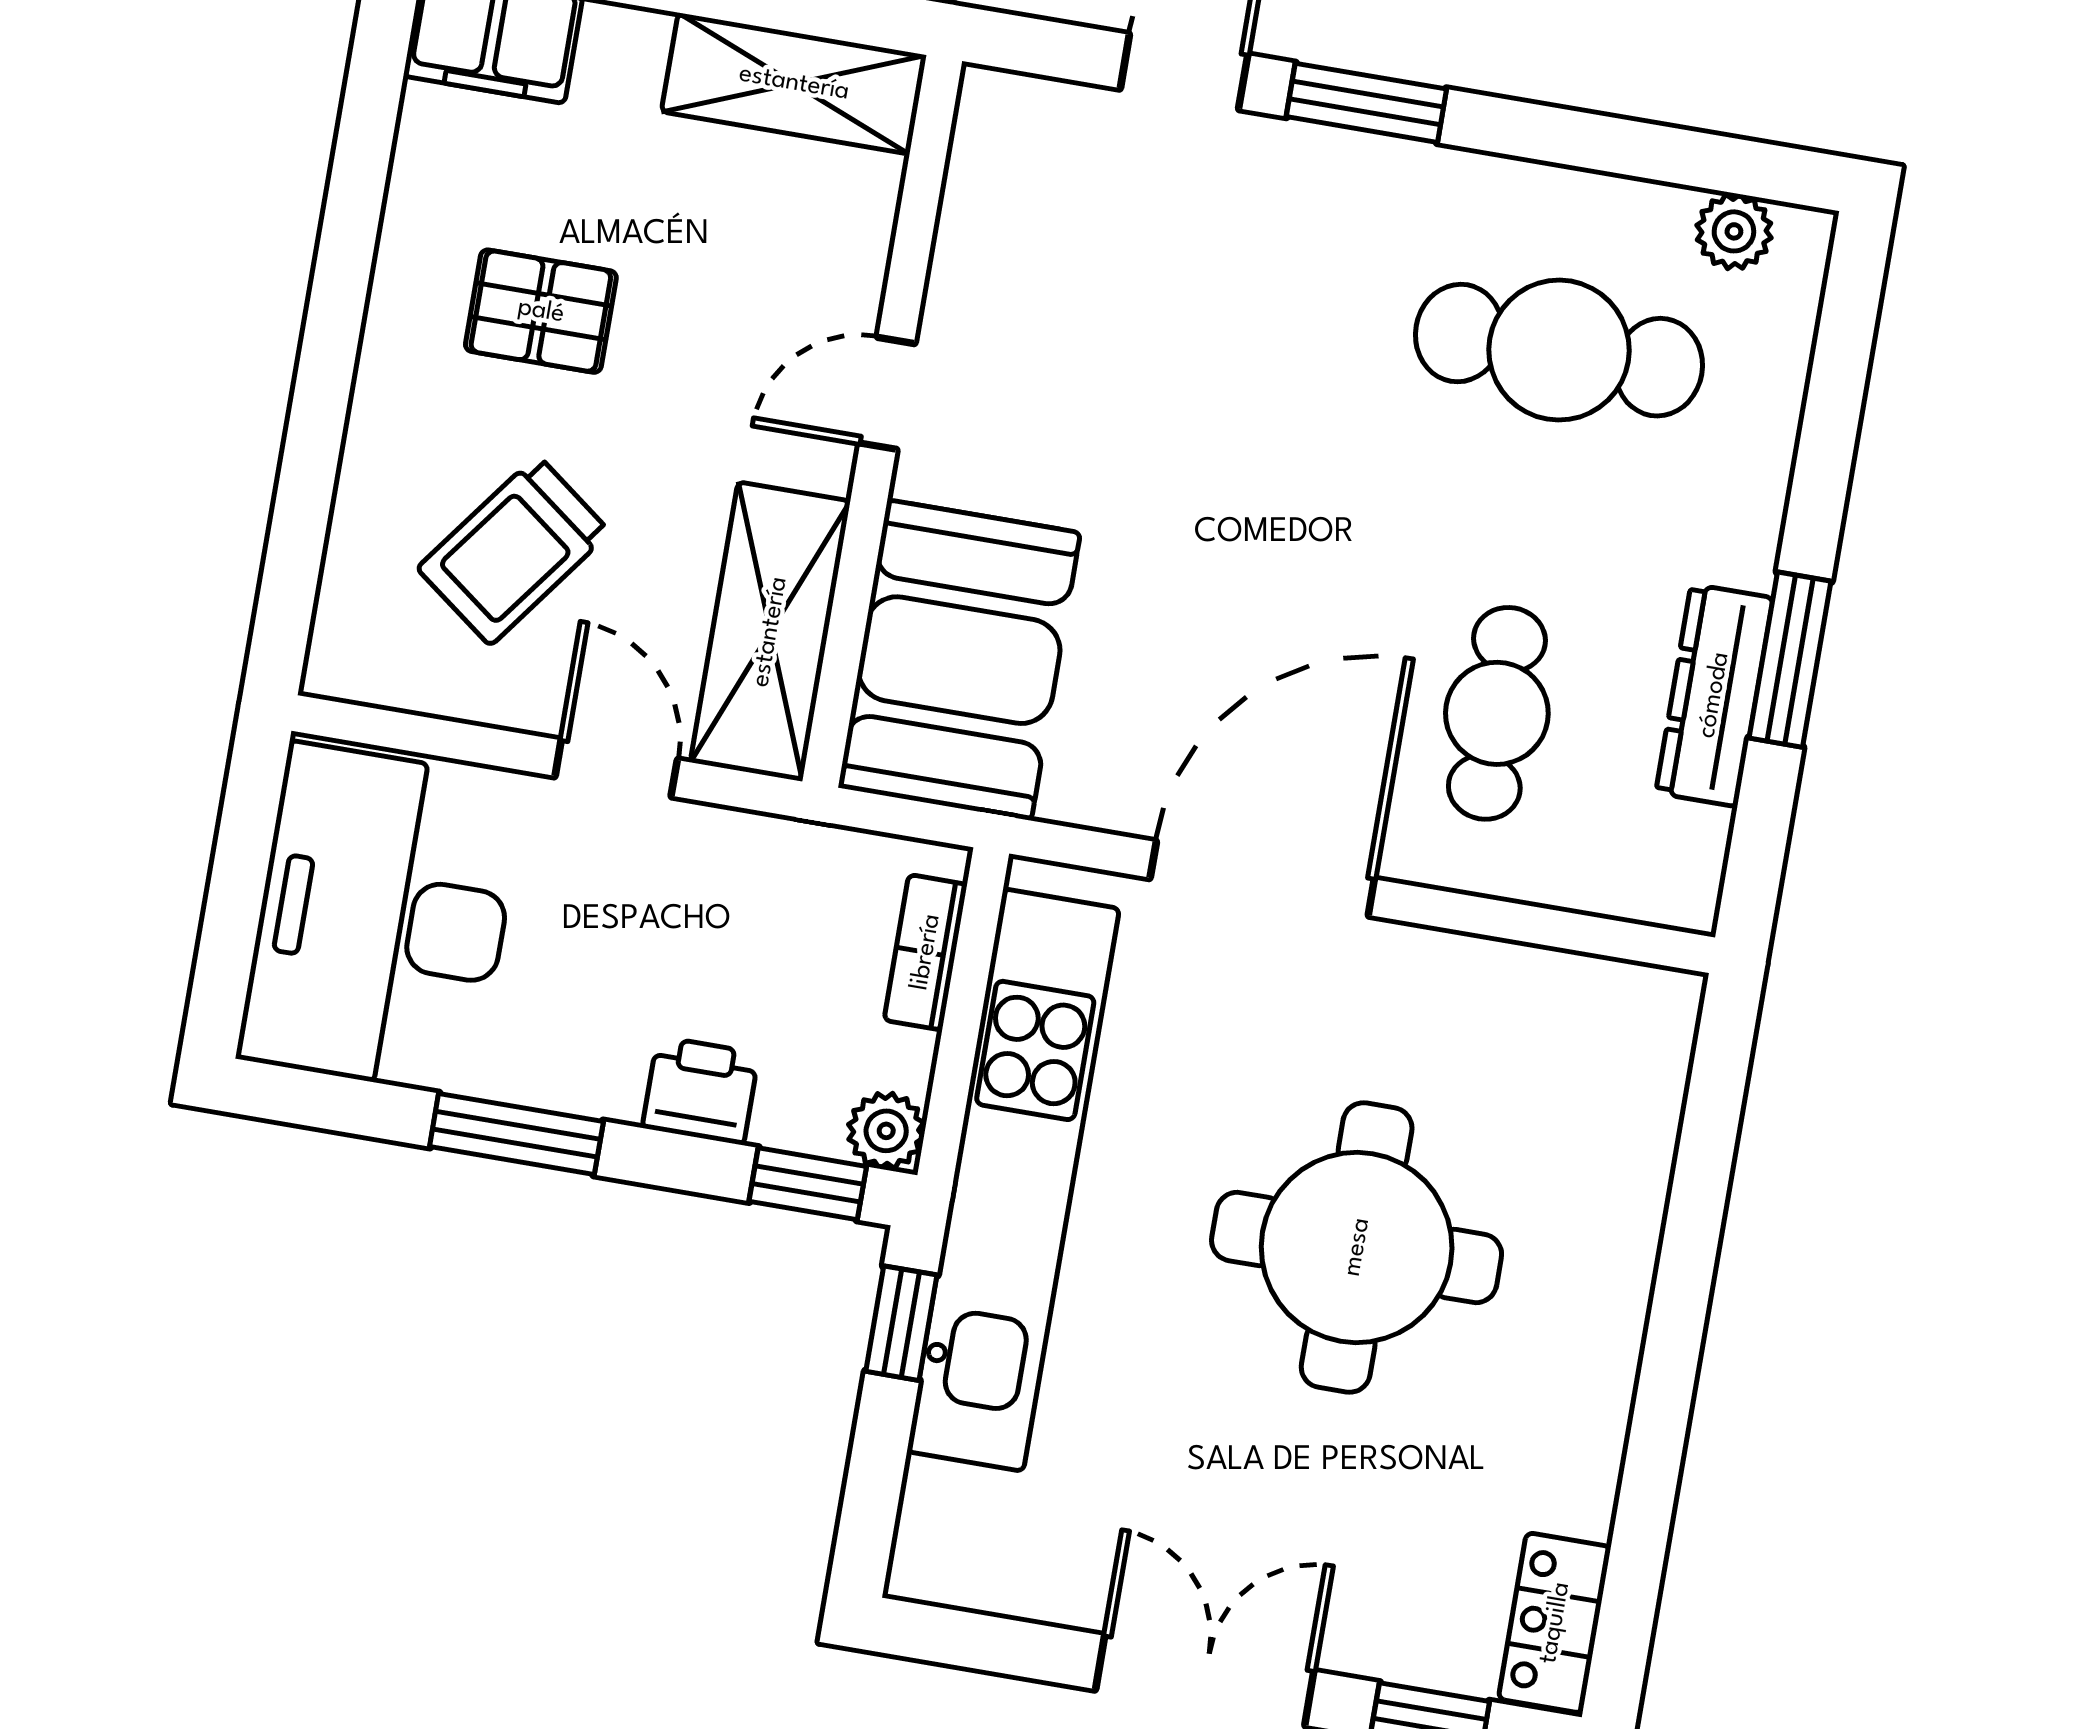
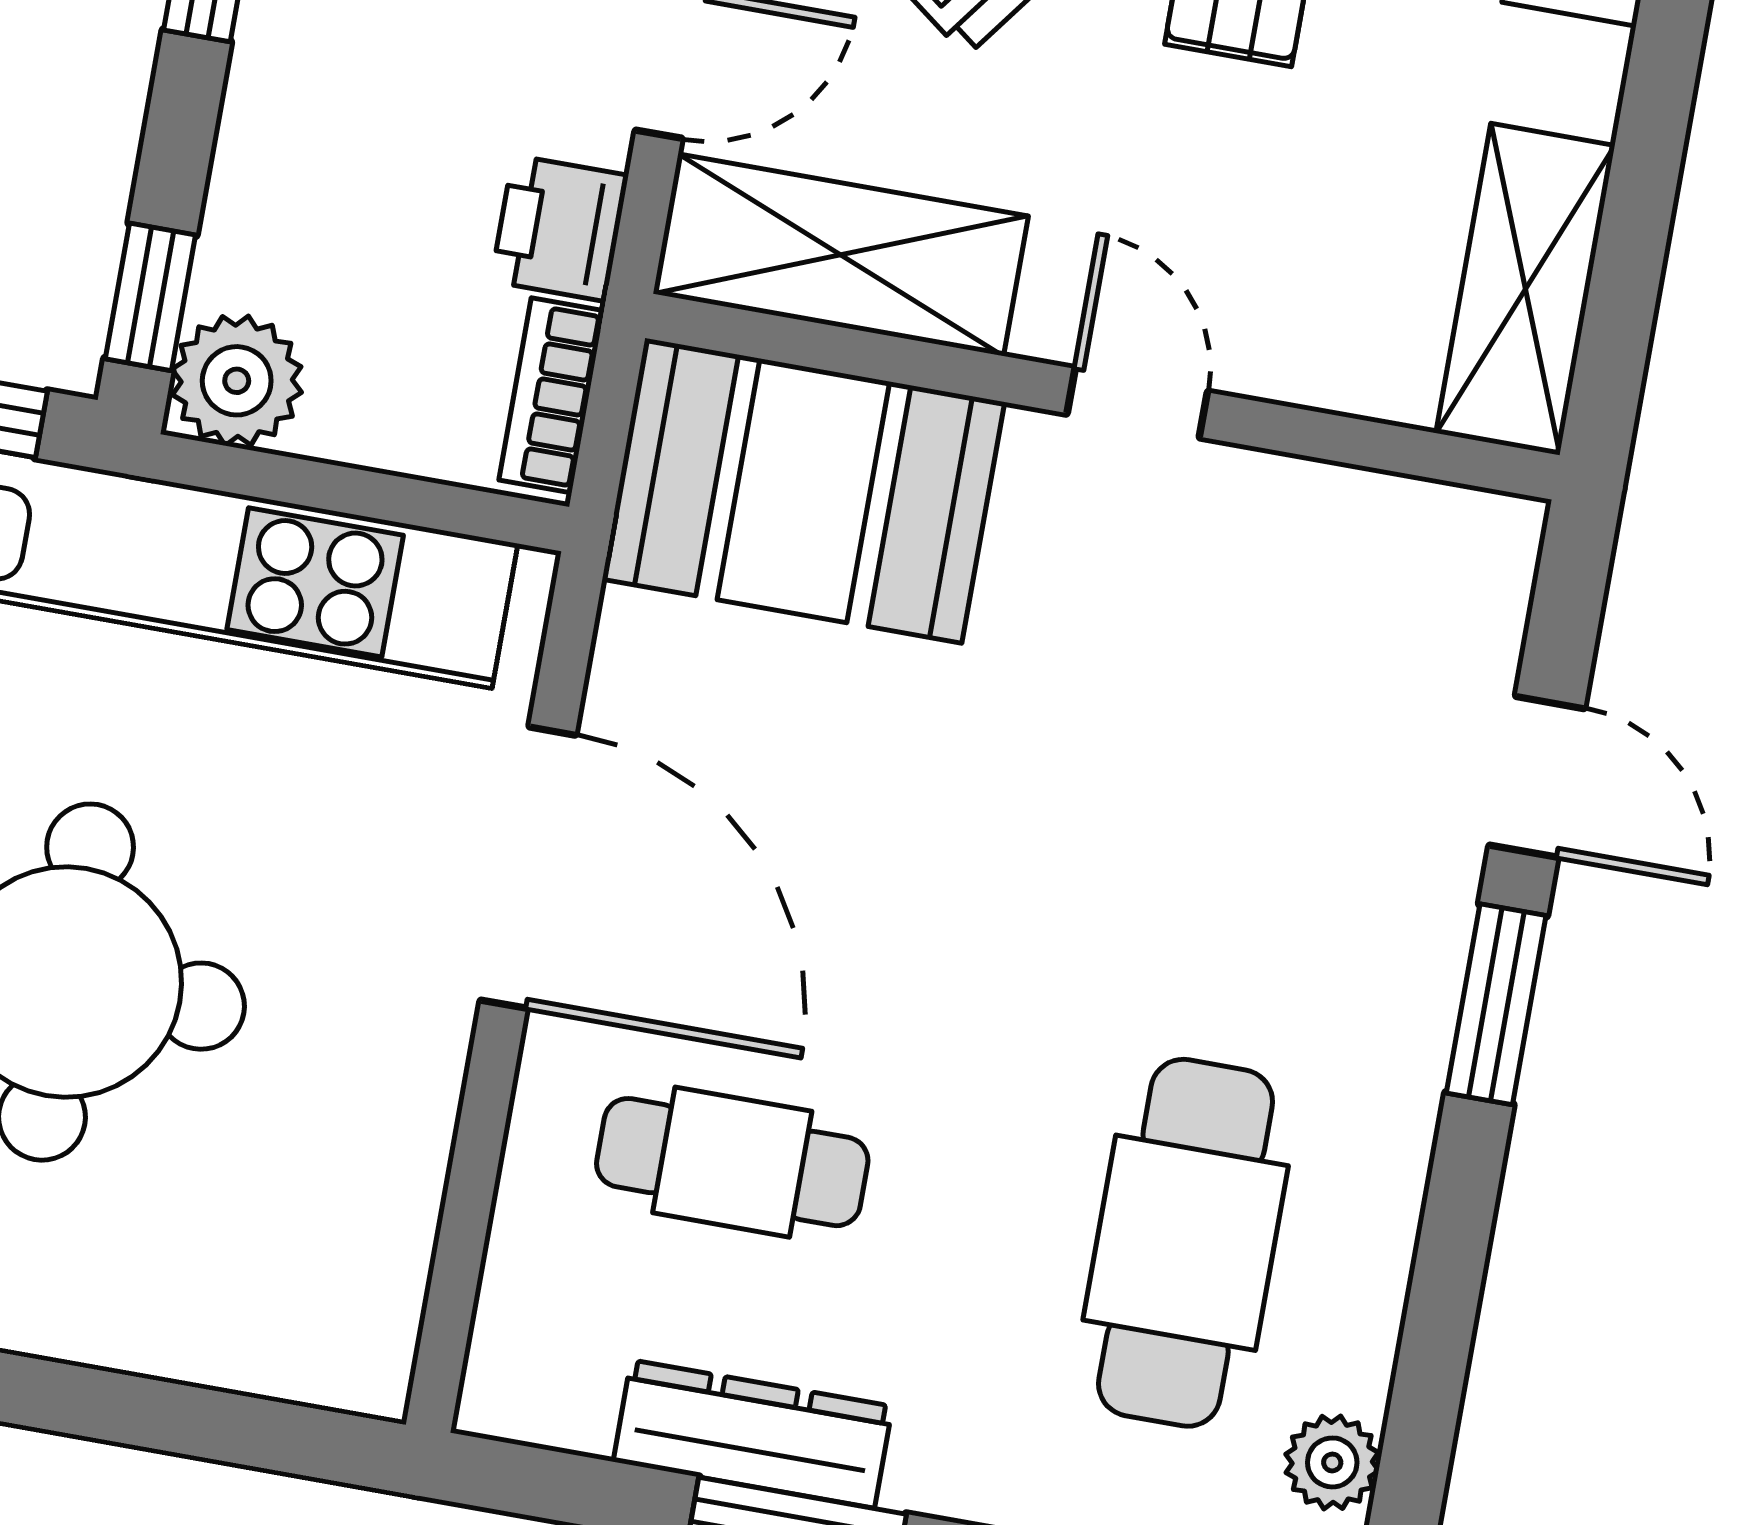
bookcase: (926, 952) -> (552, 395), moved, turned -90
printer: (701, 1091) -> (560, 228), moved, turned 180
plant: (886, 1131) -> (237, 381), width x1.38, depth x1.38

